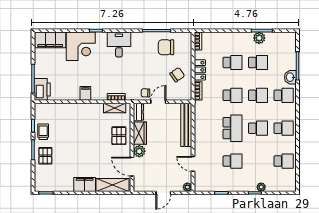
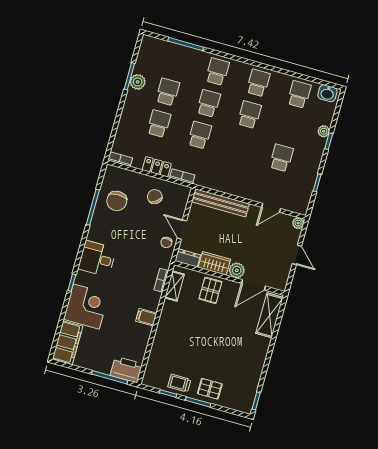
washbasin: (290, 77) -> (327, 93), moved
school desk: (233, 128) -> (241, 146), removed
pallet: (119, 136) -> (210, 290), turned 90
filing cabinet: (85, 184) -> (259, 350), removed

